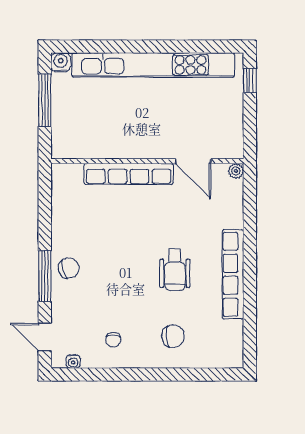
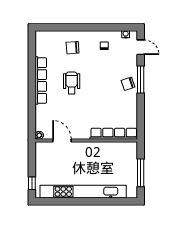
water cooler: (61, 62) -> (132, 193), removed
row of seats: (129, 174) -> (114, 134), moved

